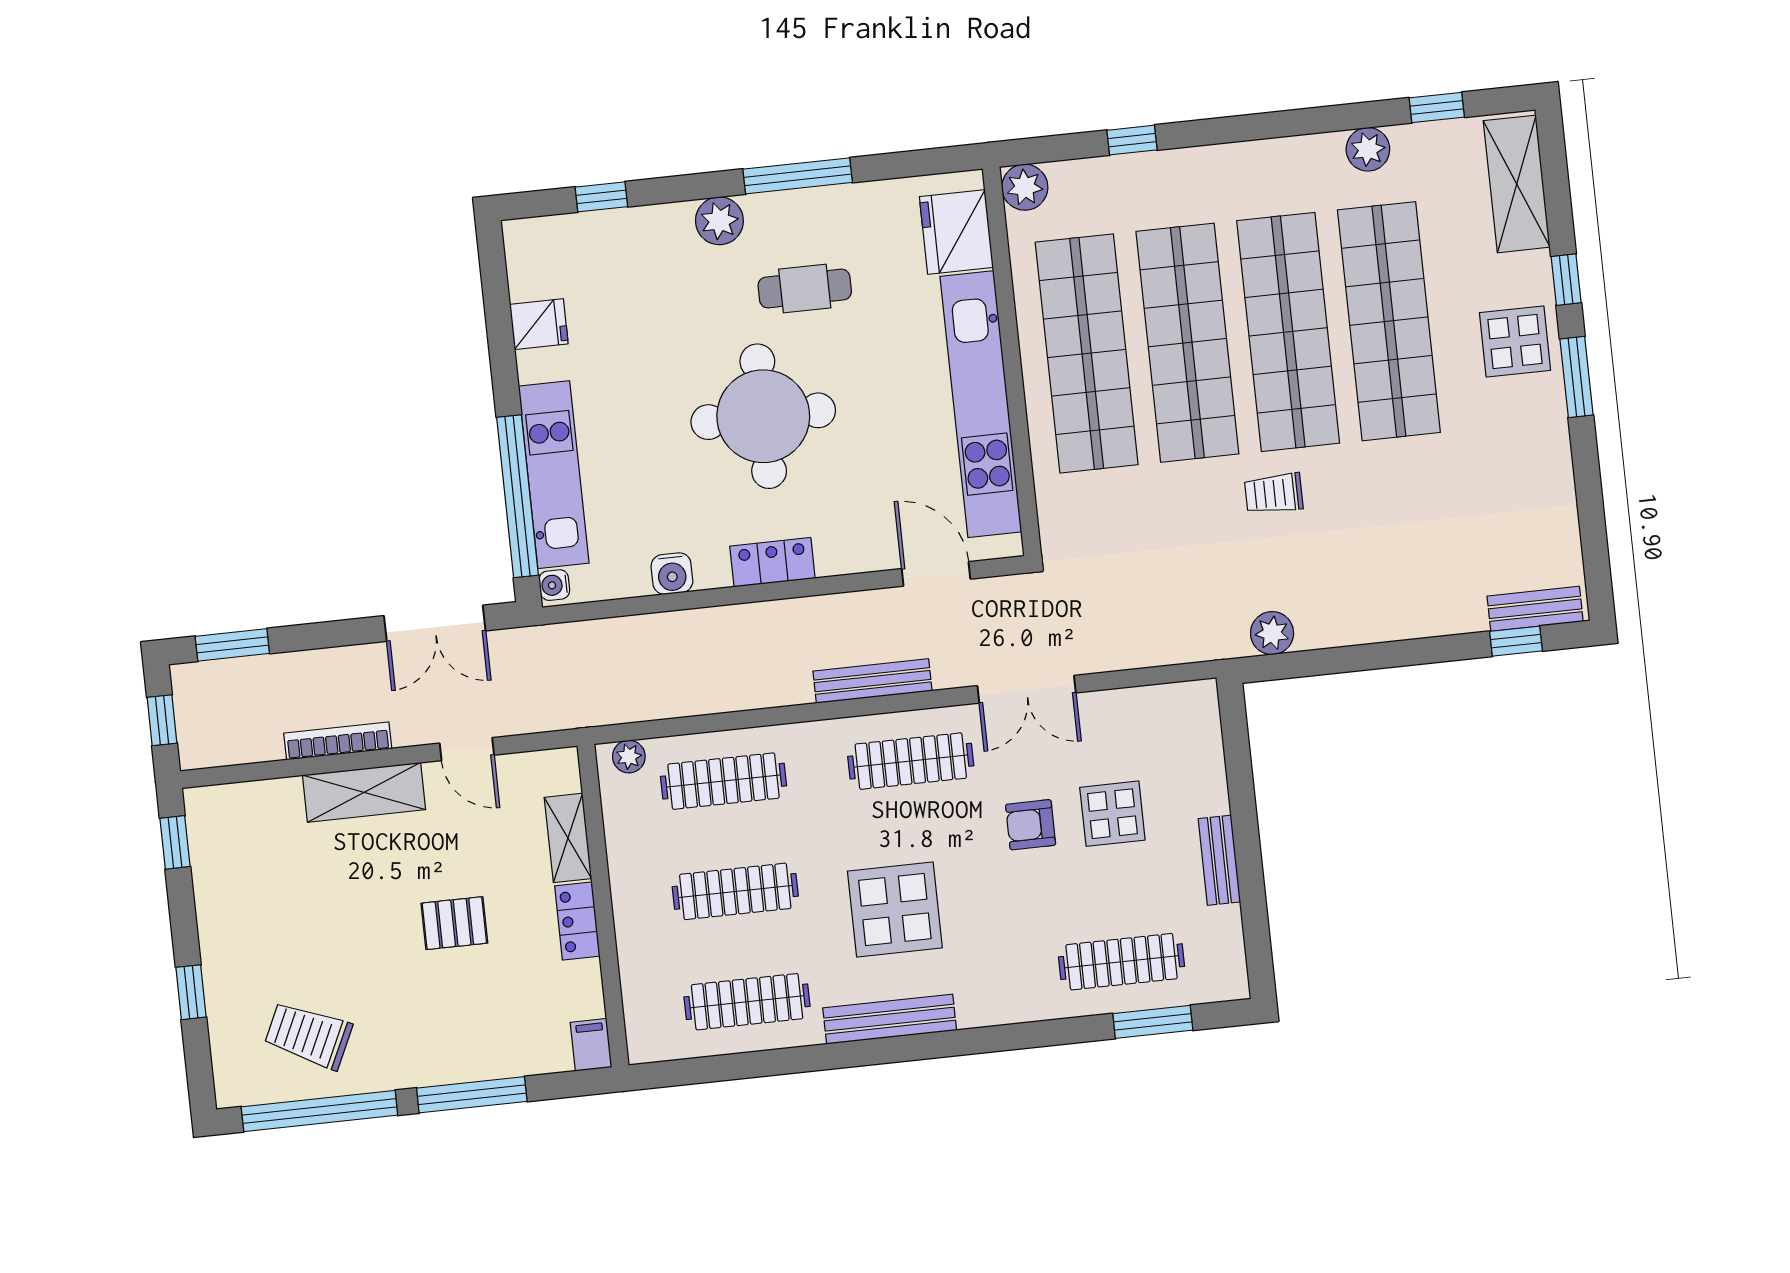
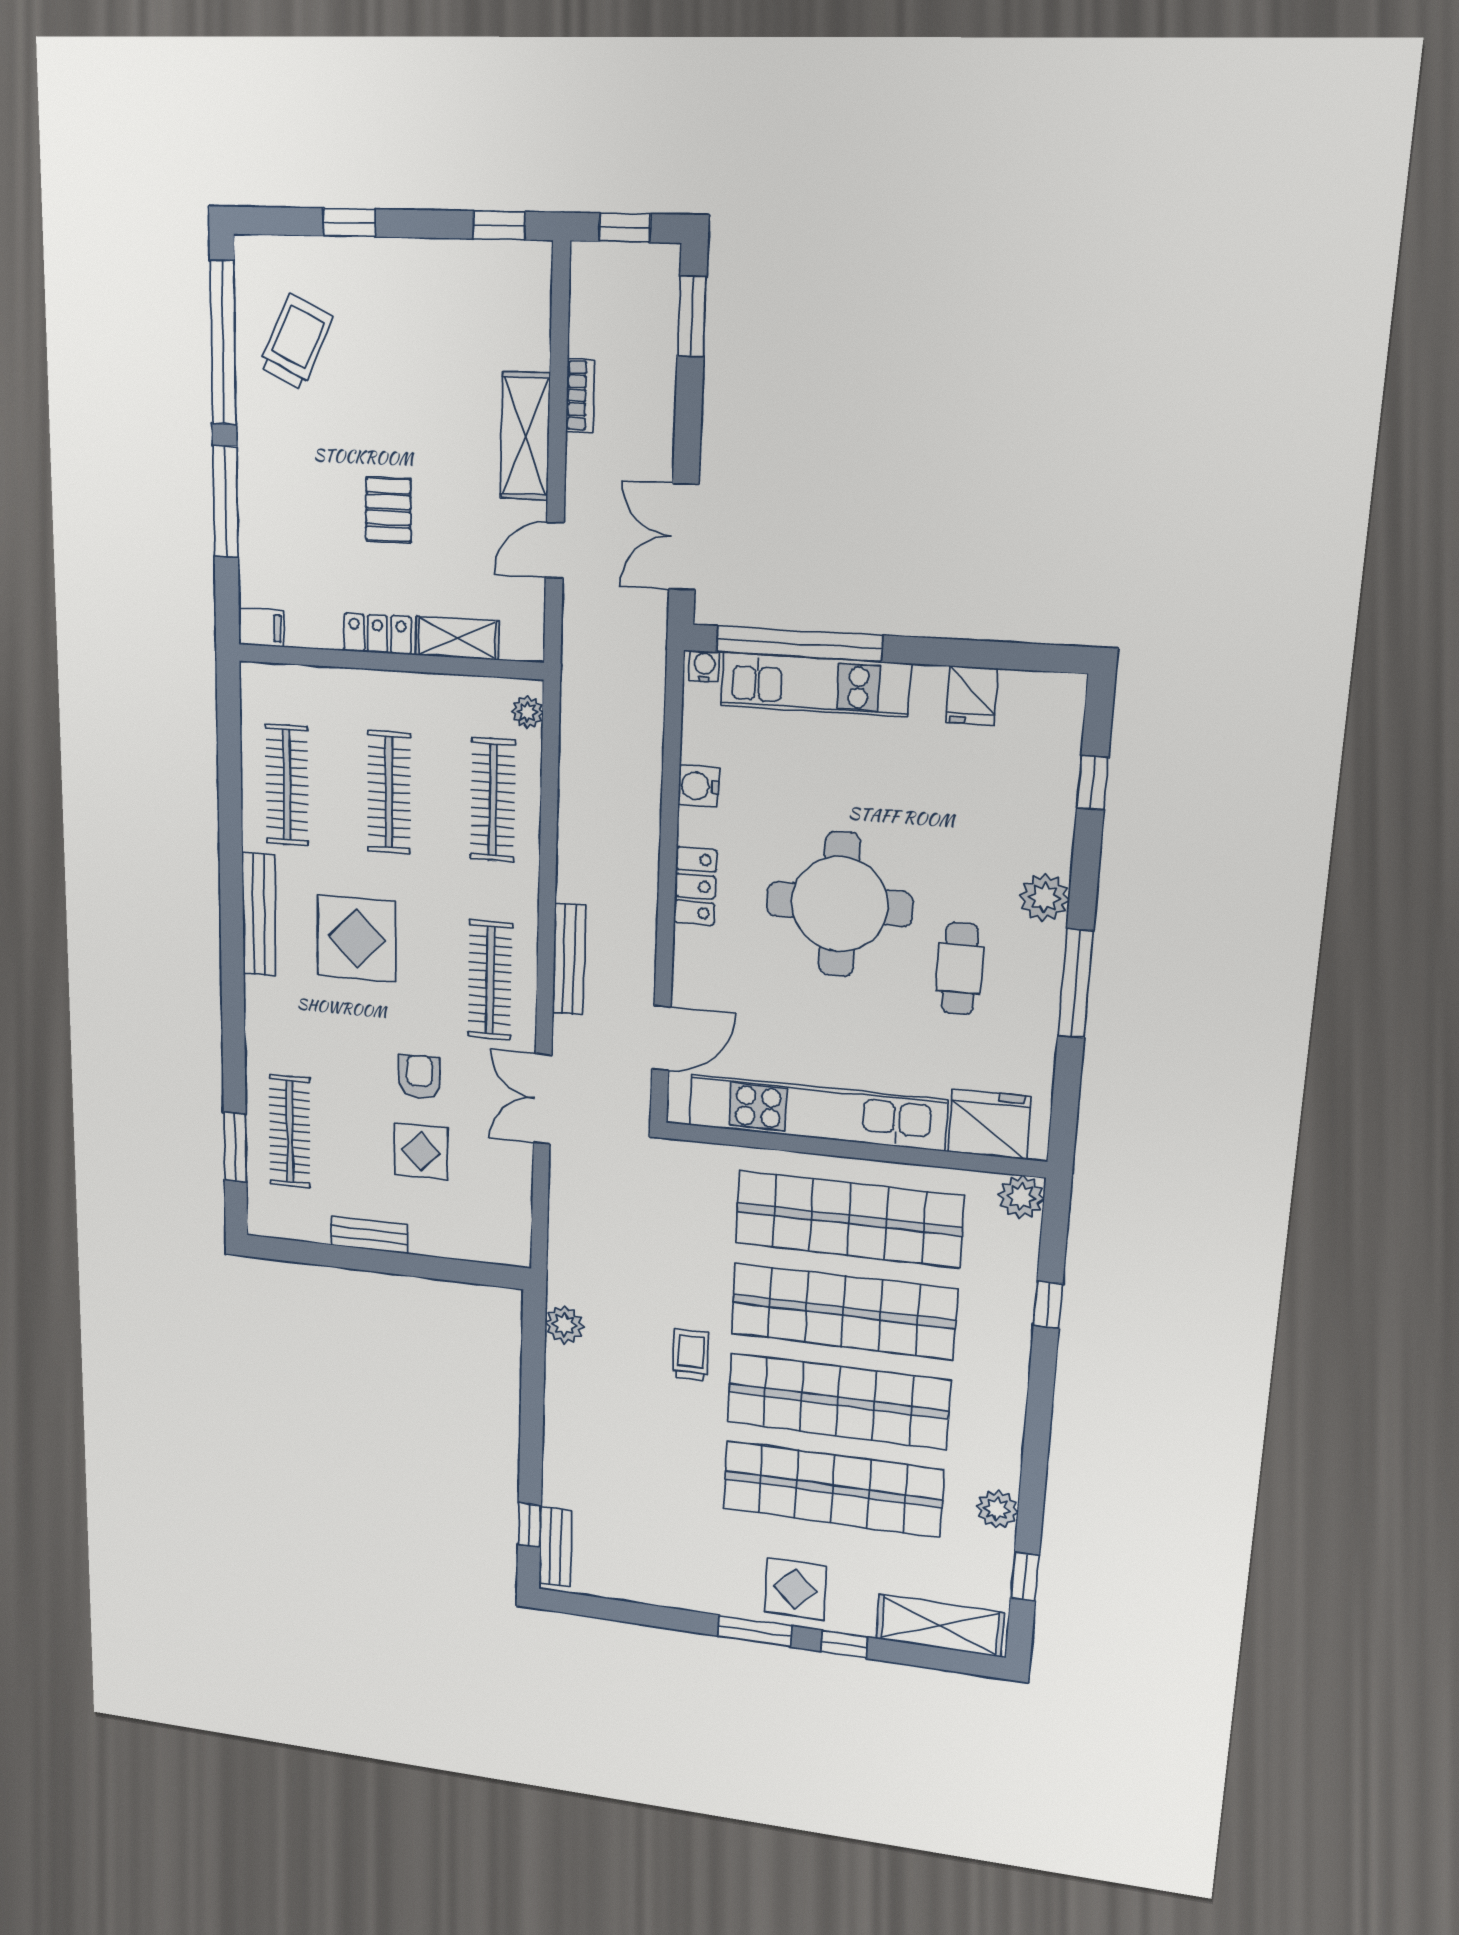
bookcase: (338, 741) -> (580, 396), width x0.64

